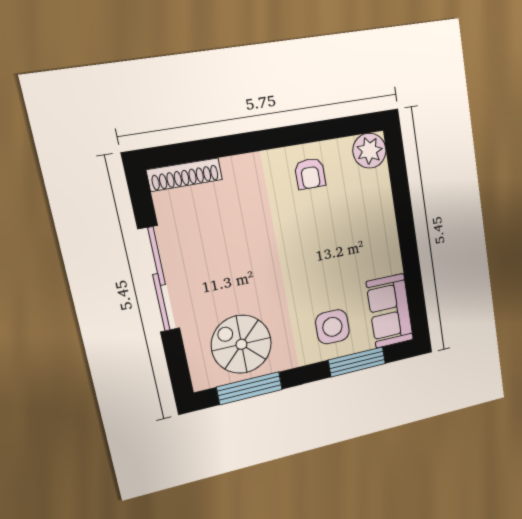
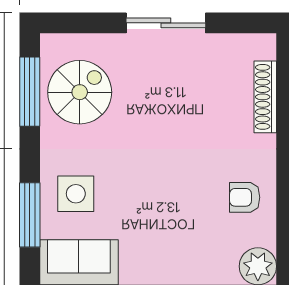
shoe rack: (185, 175) -> (265, 97), moved
sliding door: (159, 279) -> (166, 23), width x0.73

